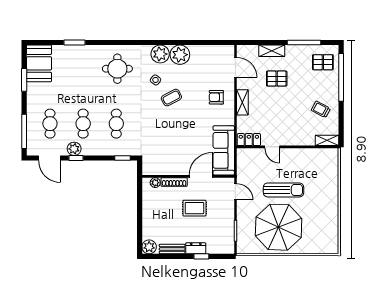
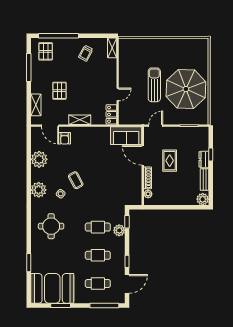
shelving: (272, 51) -> (36, 105), moved
plant: (180, 55) -> (39, 159), moved
booth: (39, 63) -> (52, 288), width x1.36, depth x1.42
door: (235, 67) -> (50, 126), swing flipped
armchair: (216, 97) -> (65, 138), moved
plant: (74, 149) -> (119, 230), moved
sofa: (224, 150) -> (126, 136), width x0.73

